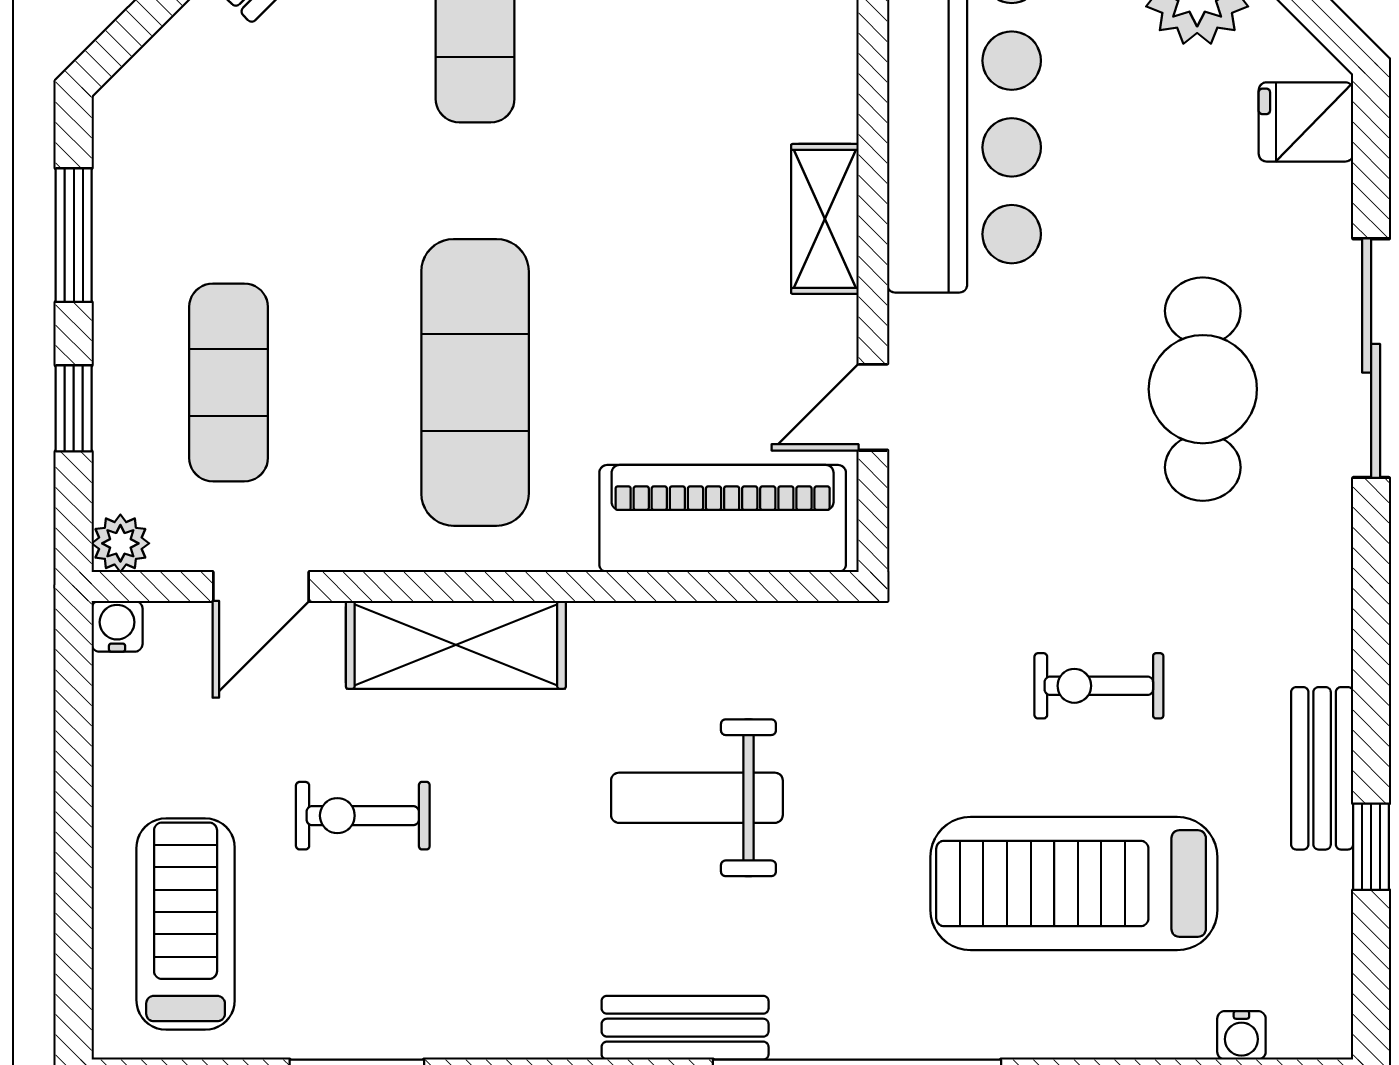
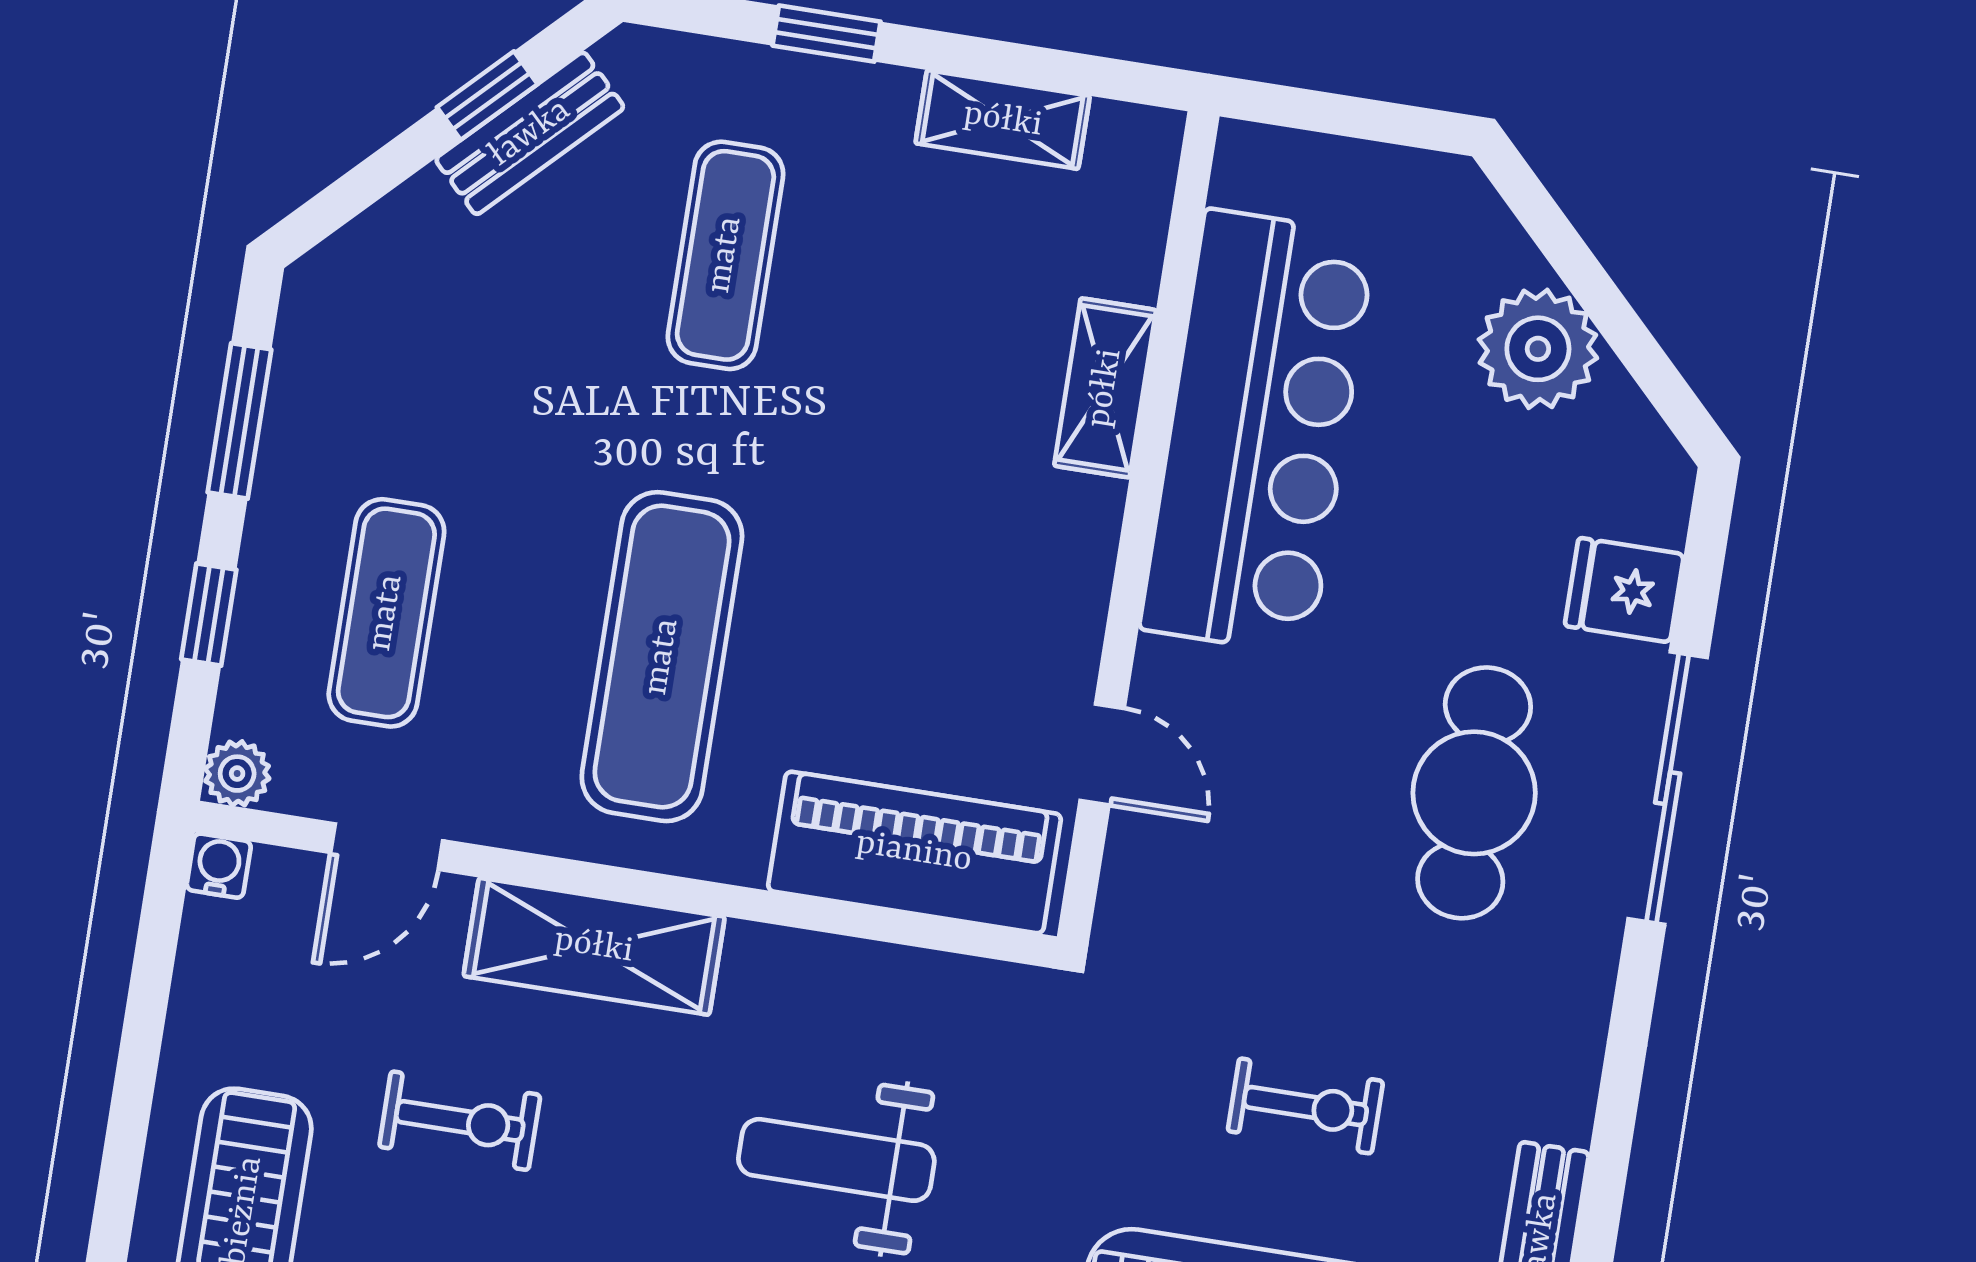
fridge: (1306, 122) -> (1624, 590), moved
shelving: (825, 219) -> (1105, 388), moved
door: (873, 407) -> (1102, 754), swing flipped
exercise bike: (1099, 686) -> (1305, 1106), turned 180
exercise bike: (363, 816) -> (460, 1121), turned 180

